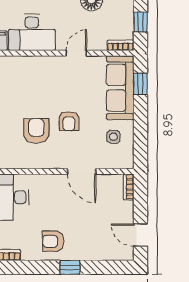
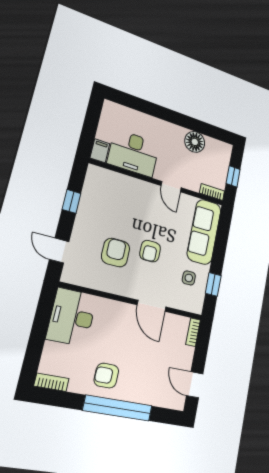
door: (76, 53) -> (171, 187), swing flipped
window: (140, 84) -> (213, 284), moved
window: (70, 267) -> (118, 408), width x3.17

